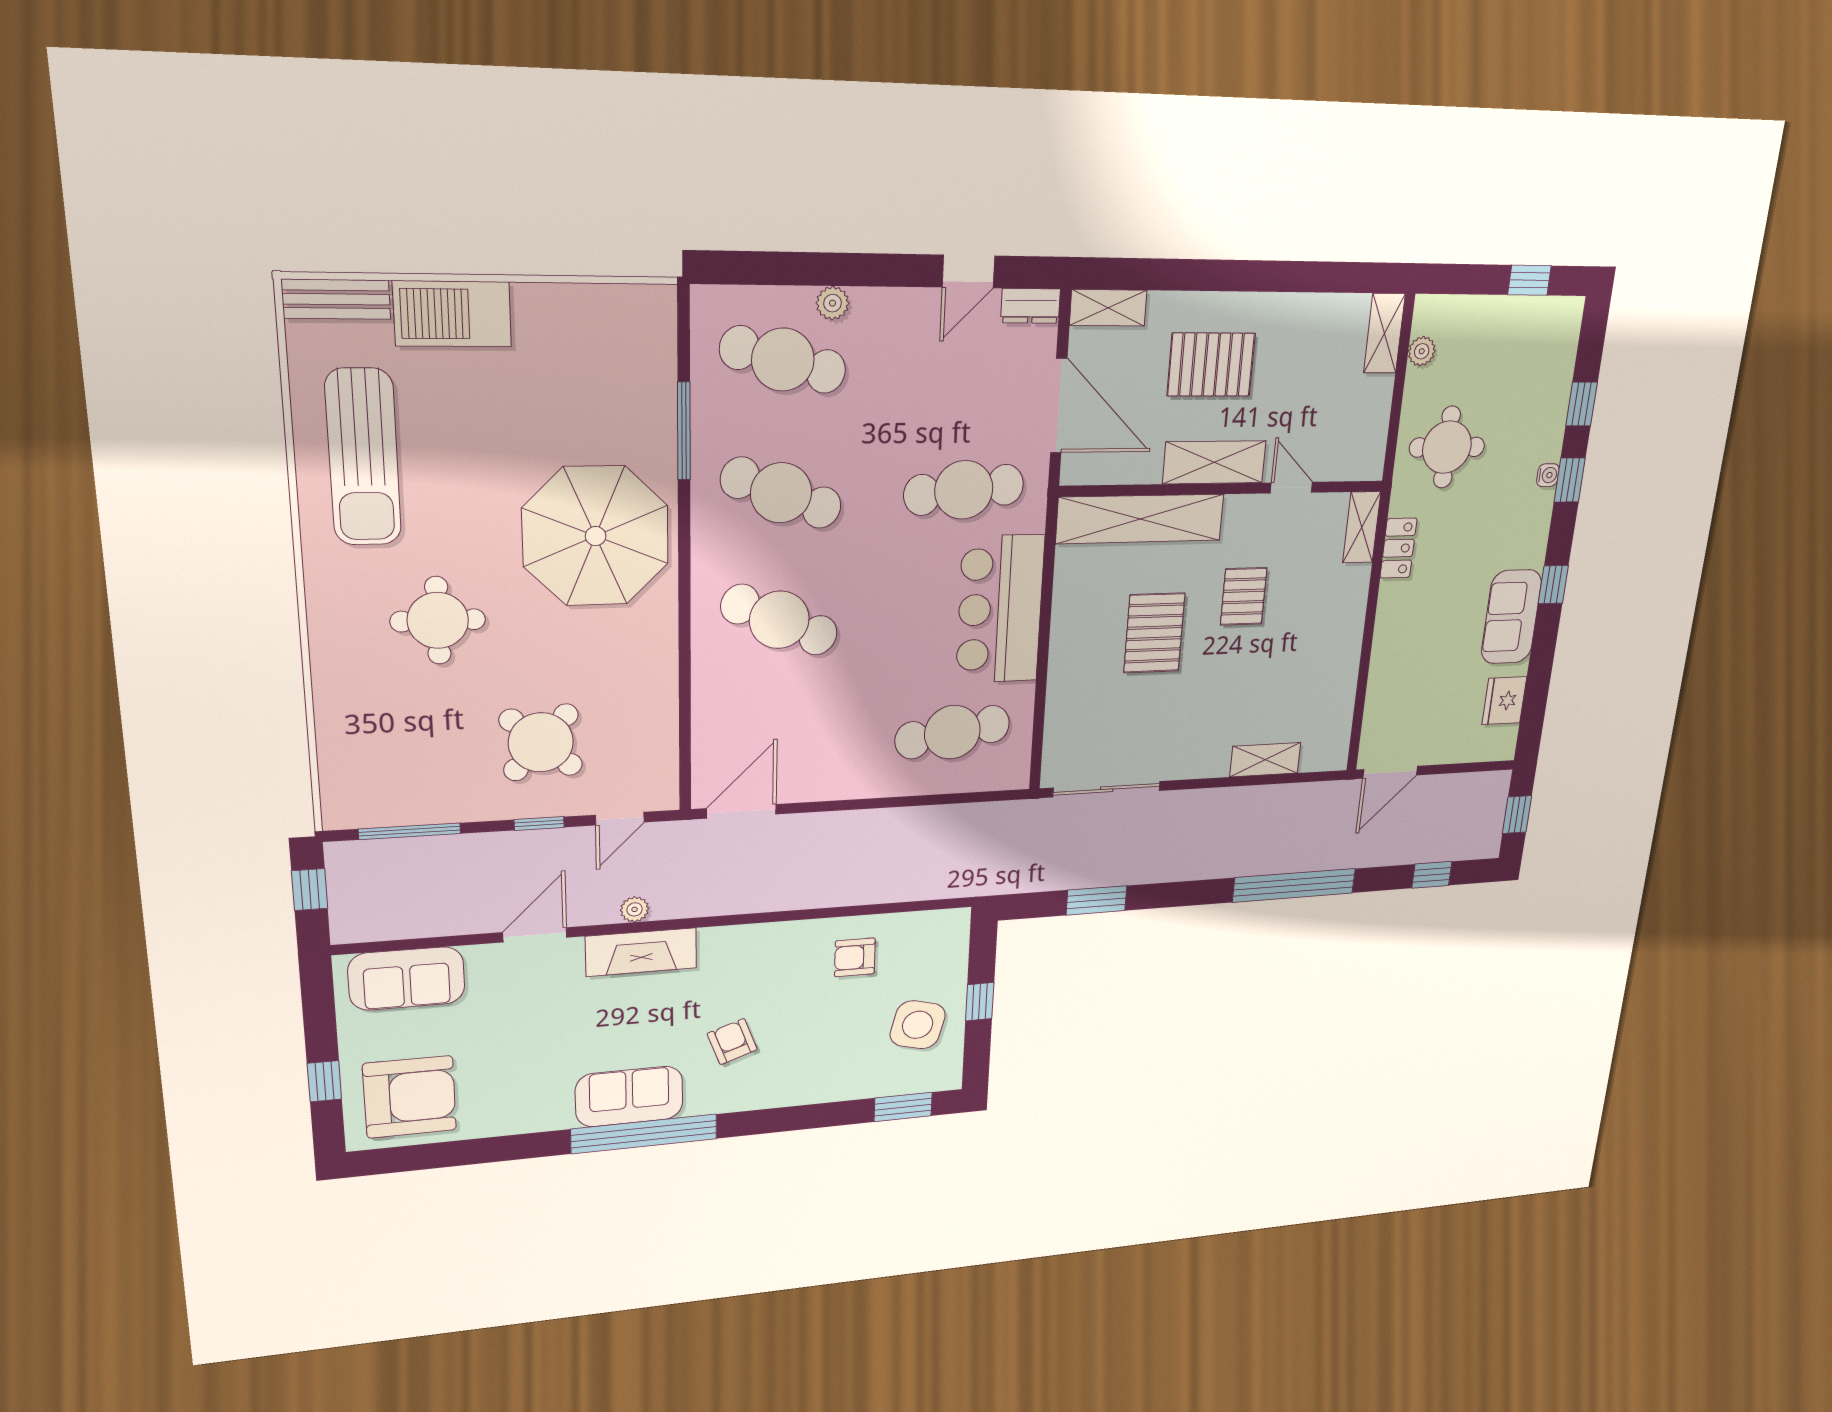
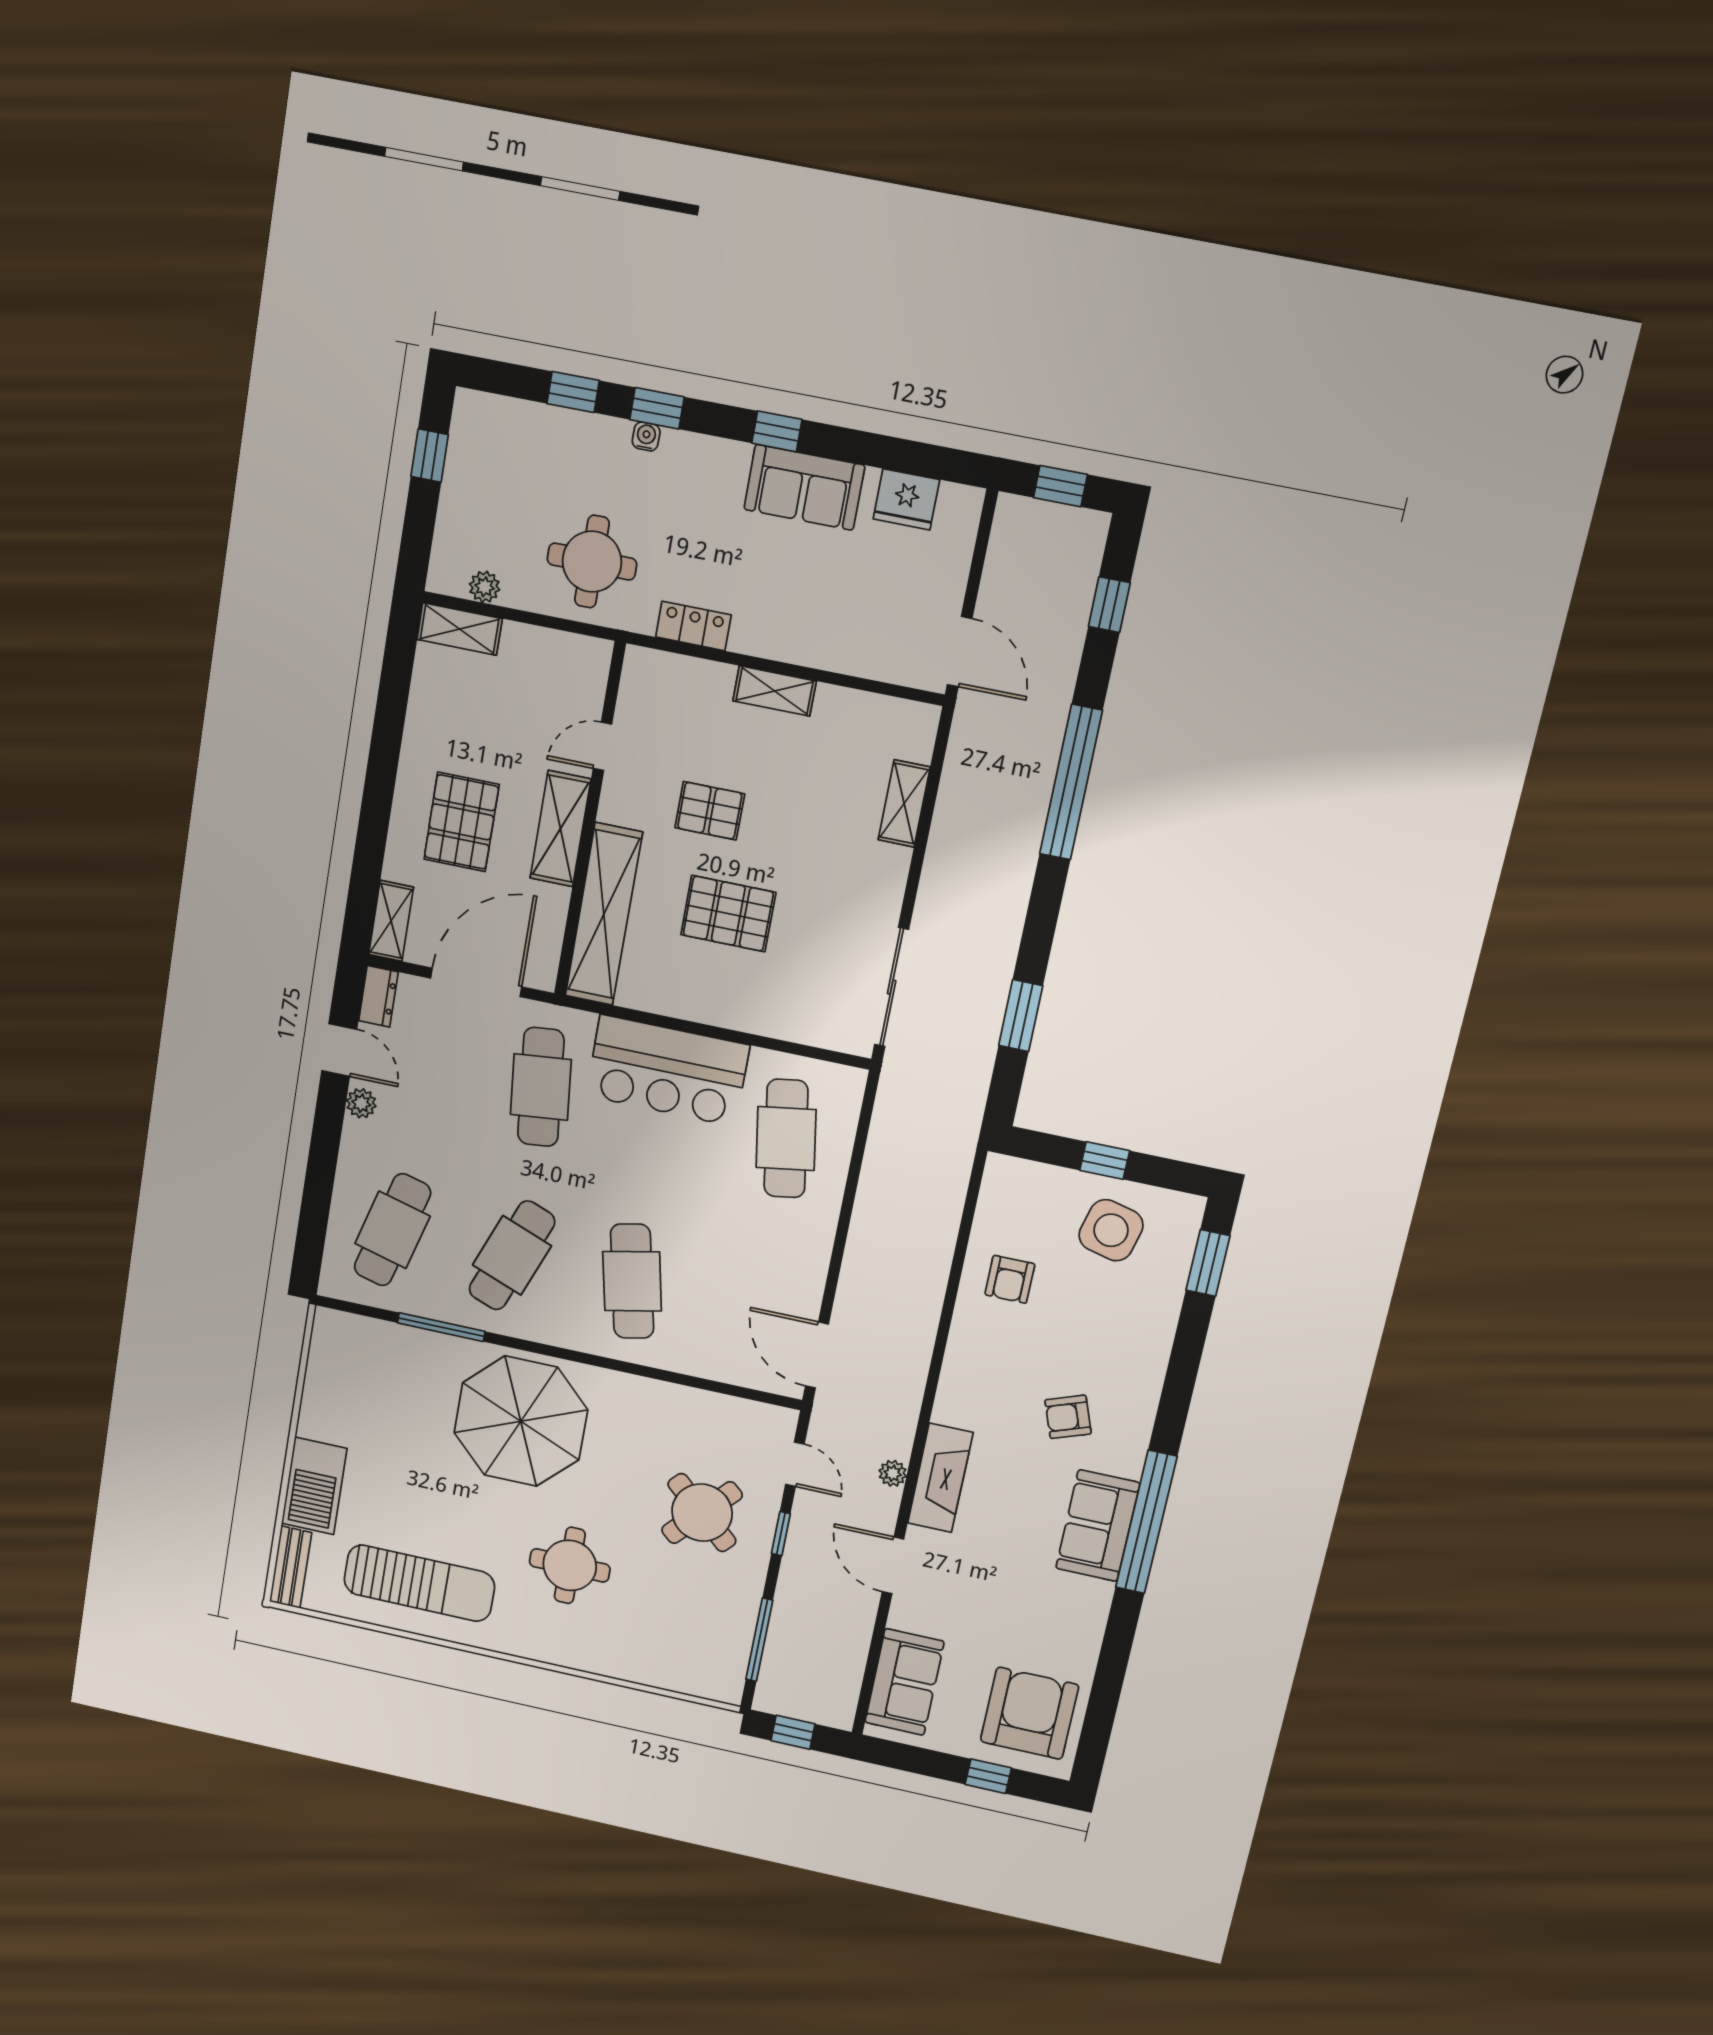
plant: (833, 303) -> (361, 1103), moved
shelving: (1362, 527) -> (775, 691), moved
cafe table: (779, 620) -> (632, 1281), turned -36

